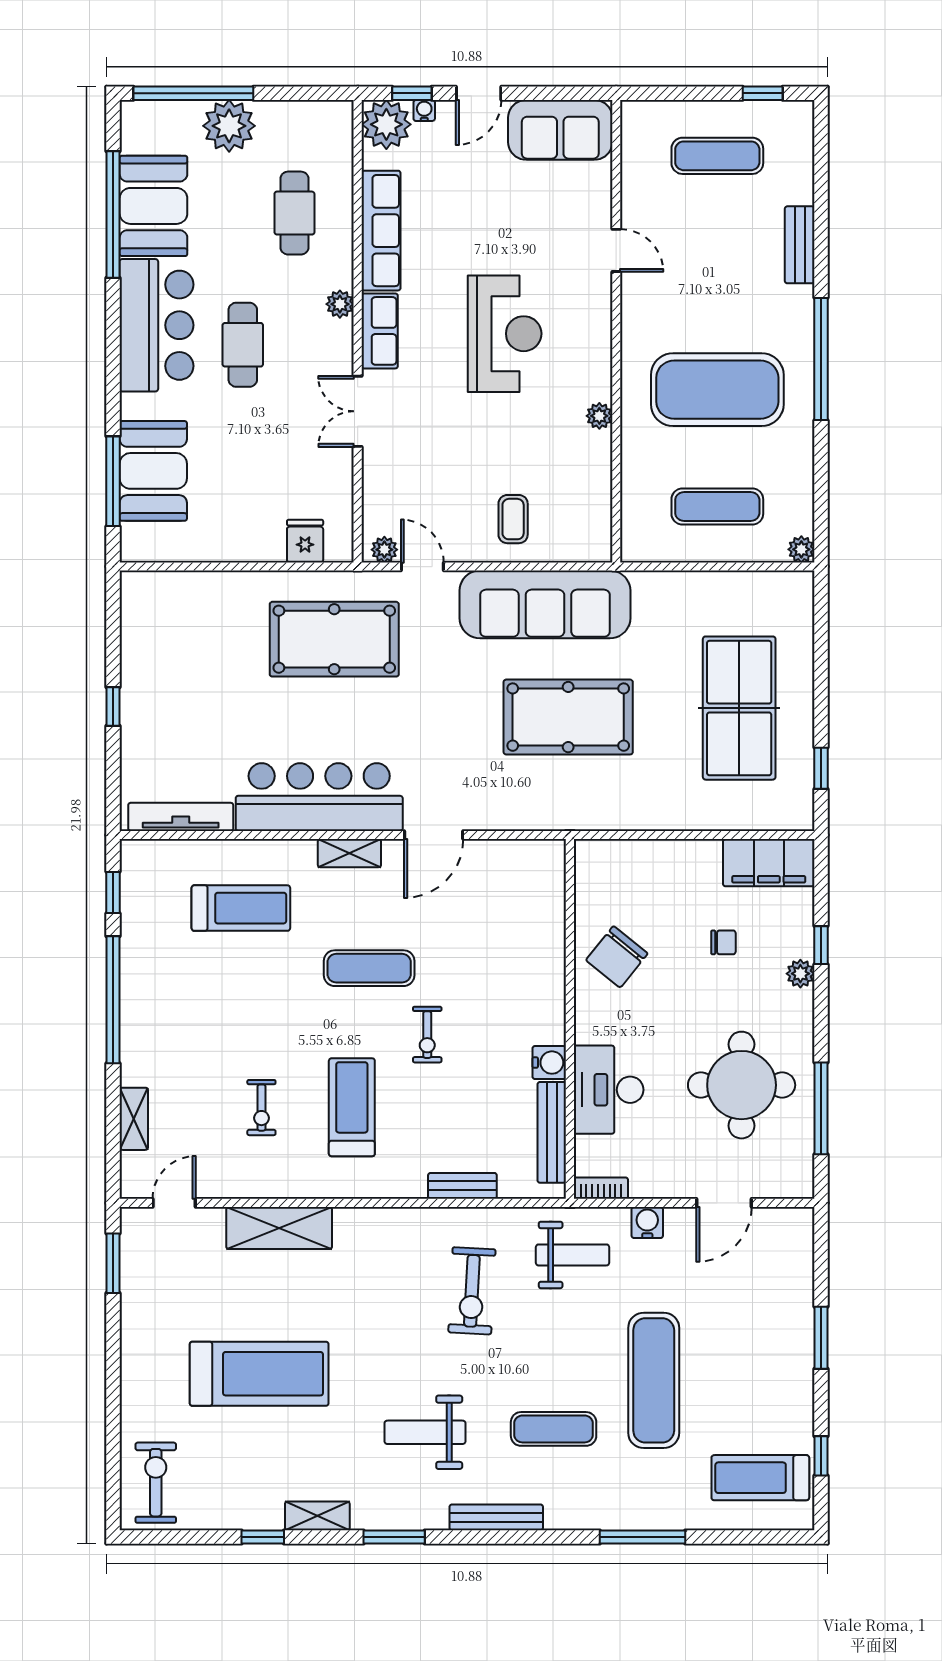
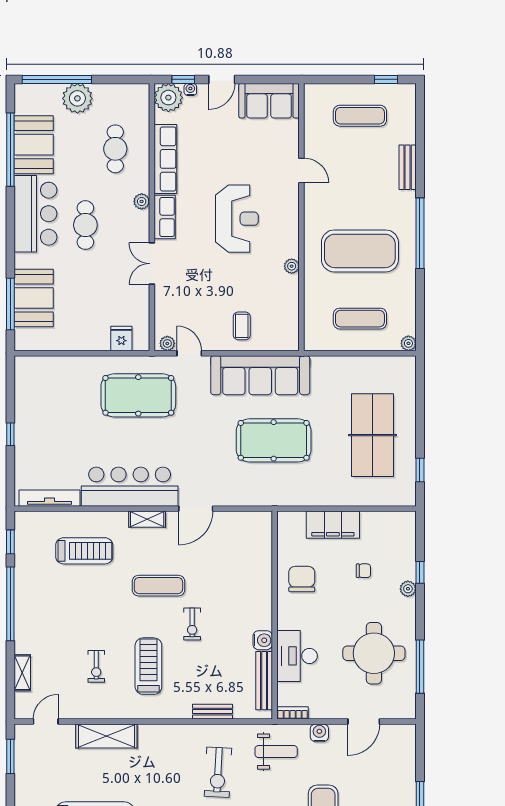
filing cabinet: (769, 863) -> (333, 525), moved
chair: (617, 957) -> (302, 579), turned 141

